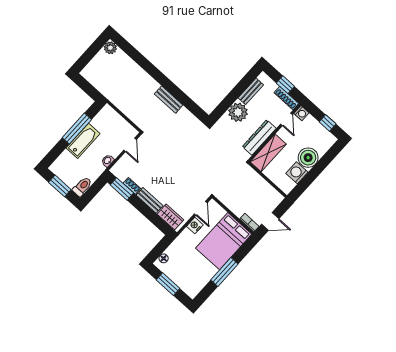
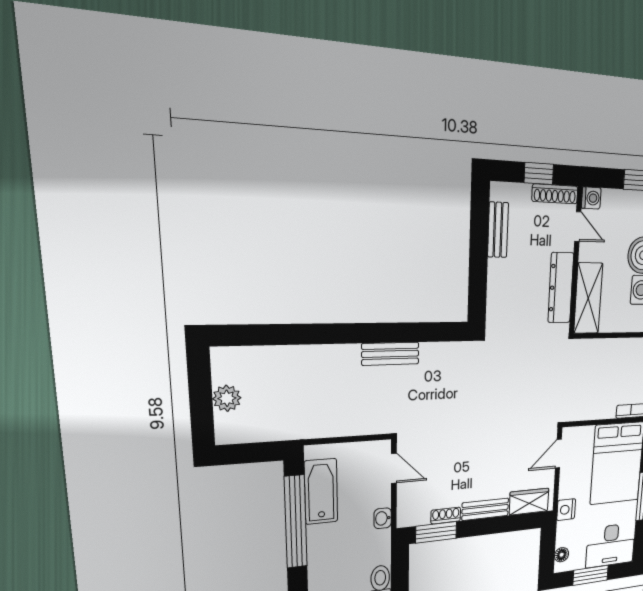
plant: (110, 48) -> (227, 398), moved
plant: (238, 112) -> (504, 279), removed
window: (77, 129) -> (296, 522), width x1.46
bathtub: (83, 141) -> (321, 492), moved
door: (201, 208) -> (558, 454), swing flipped
nightstand: (195, 226) -> (566, 510), moved
desk: (189, 279) -> (611, 545), added

